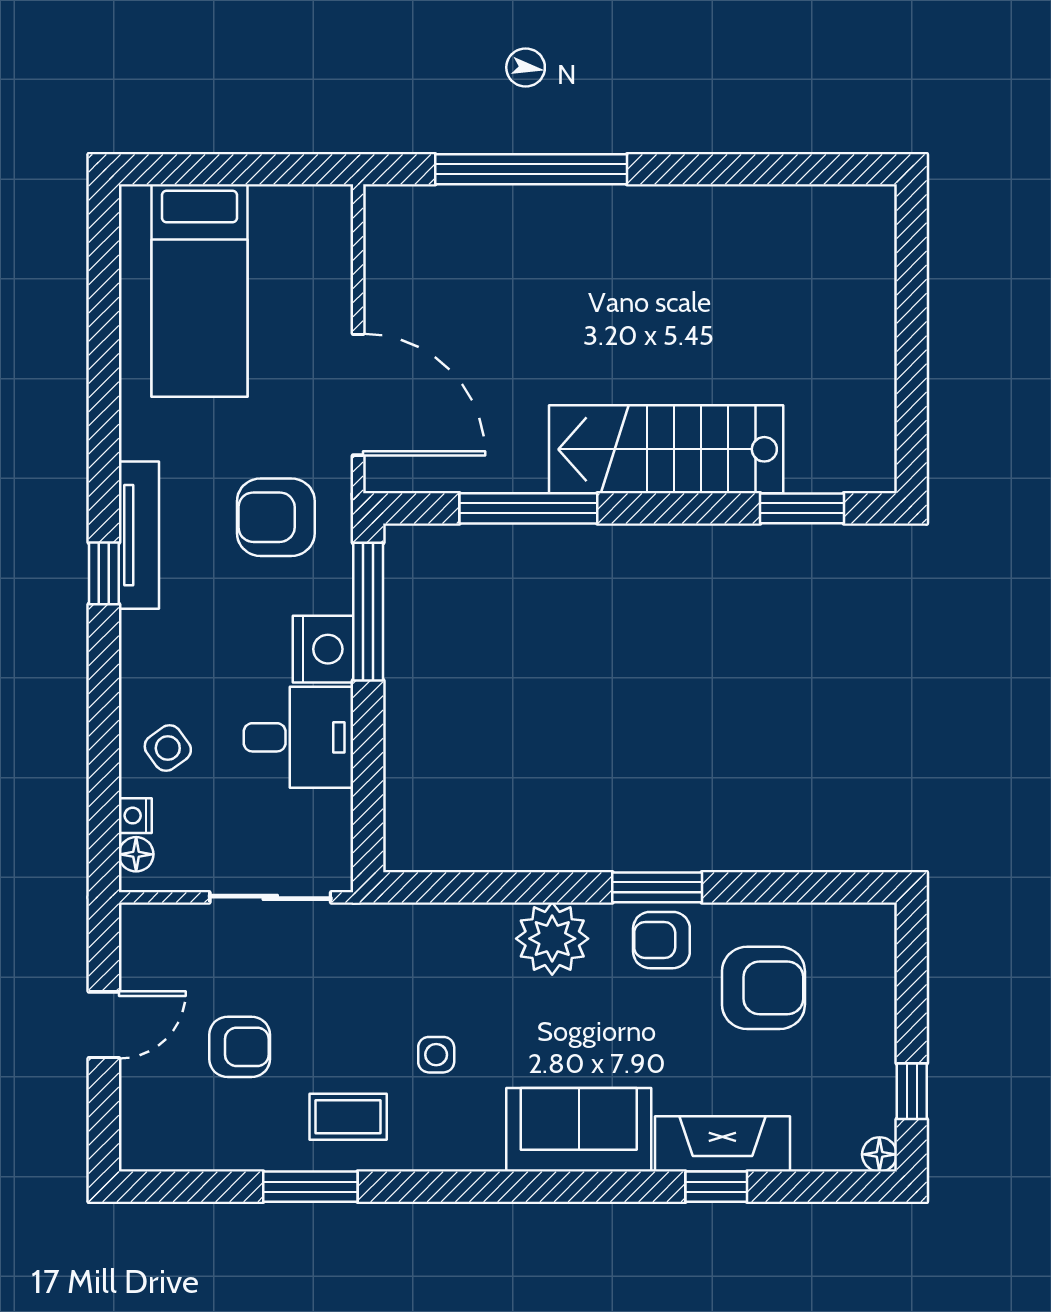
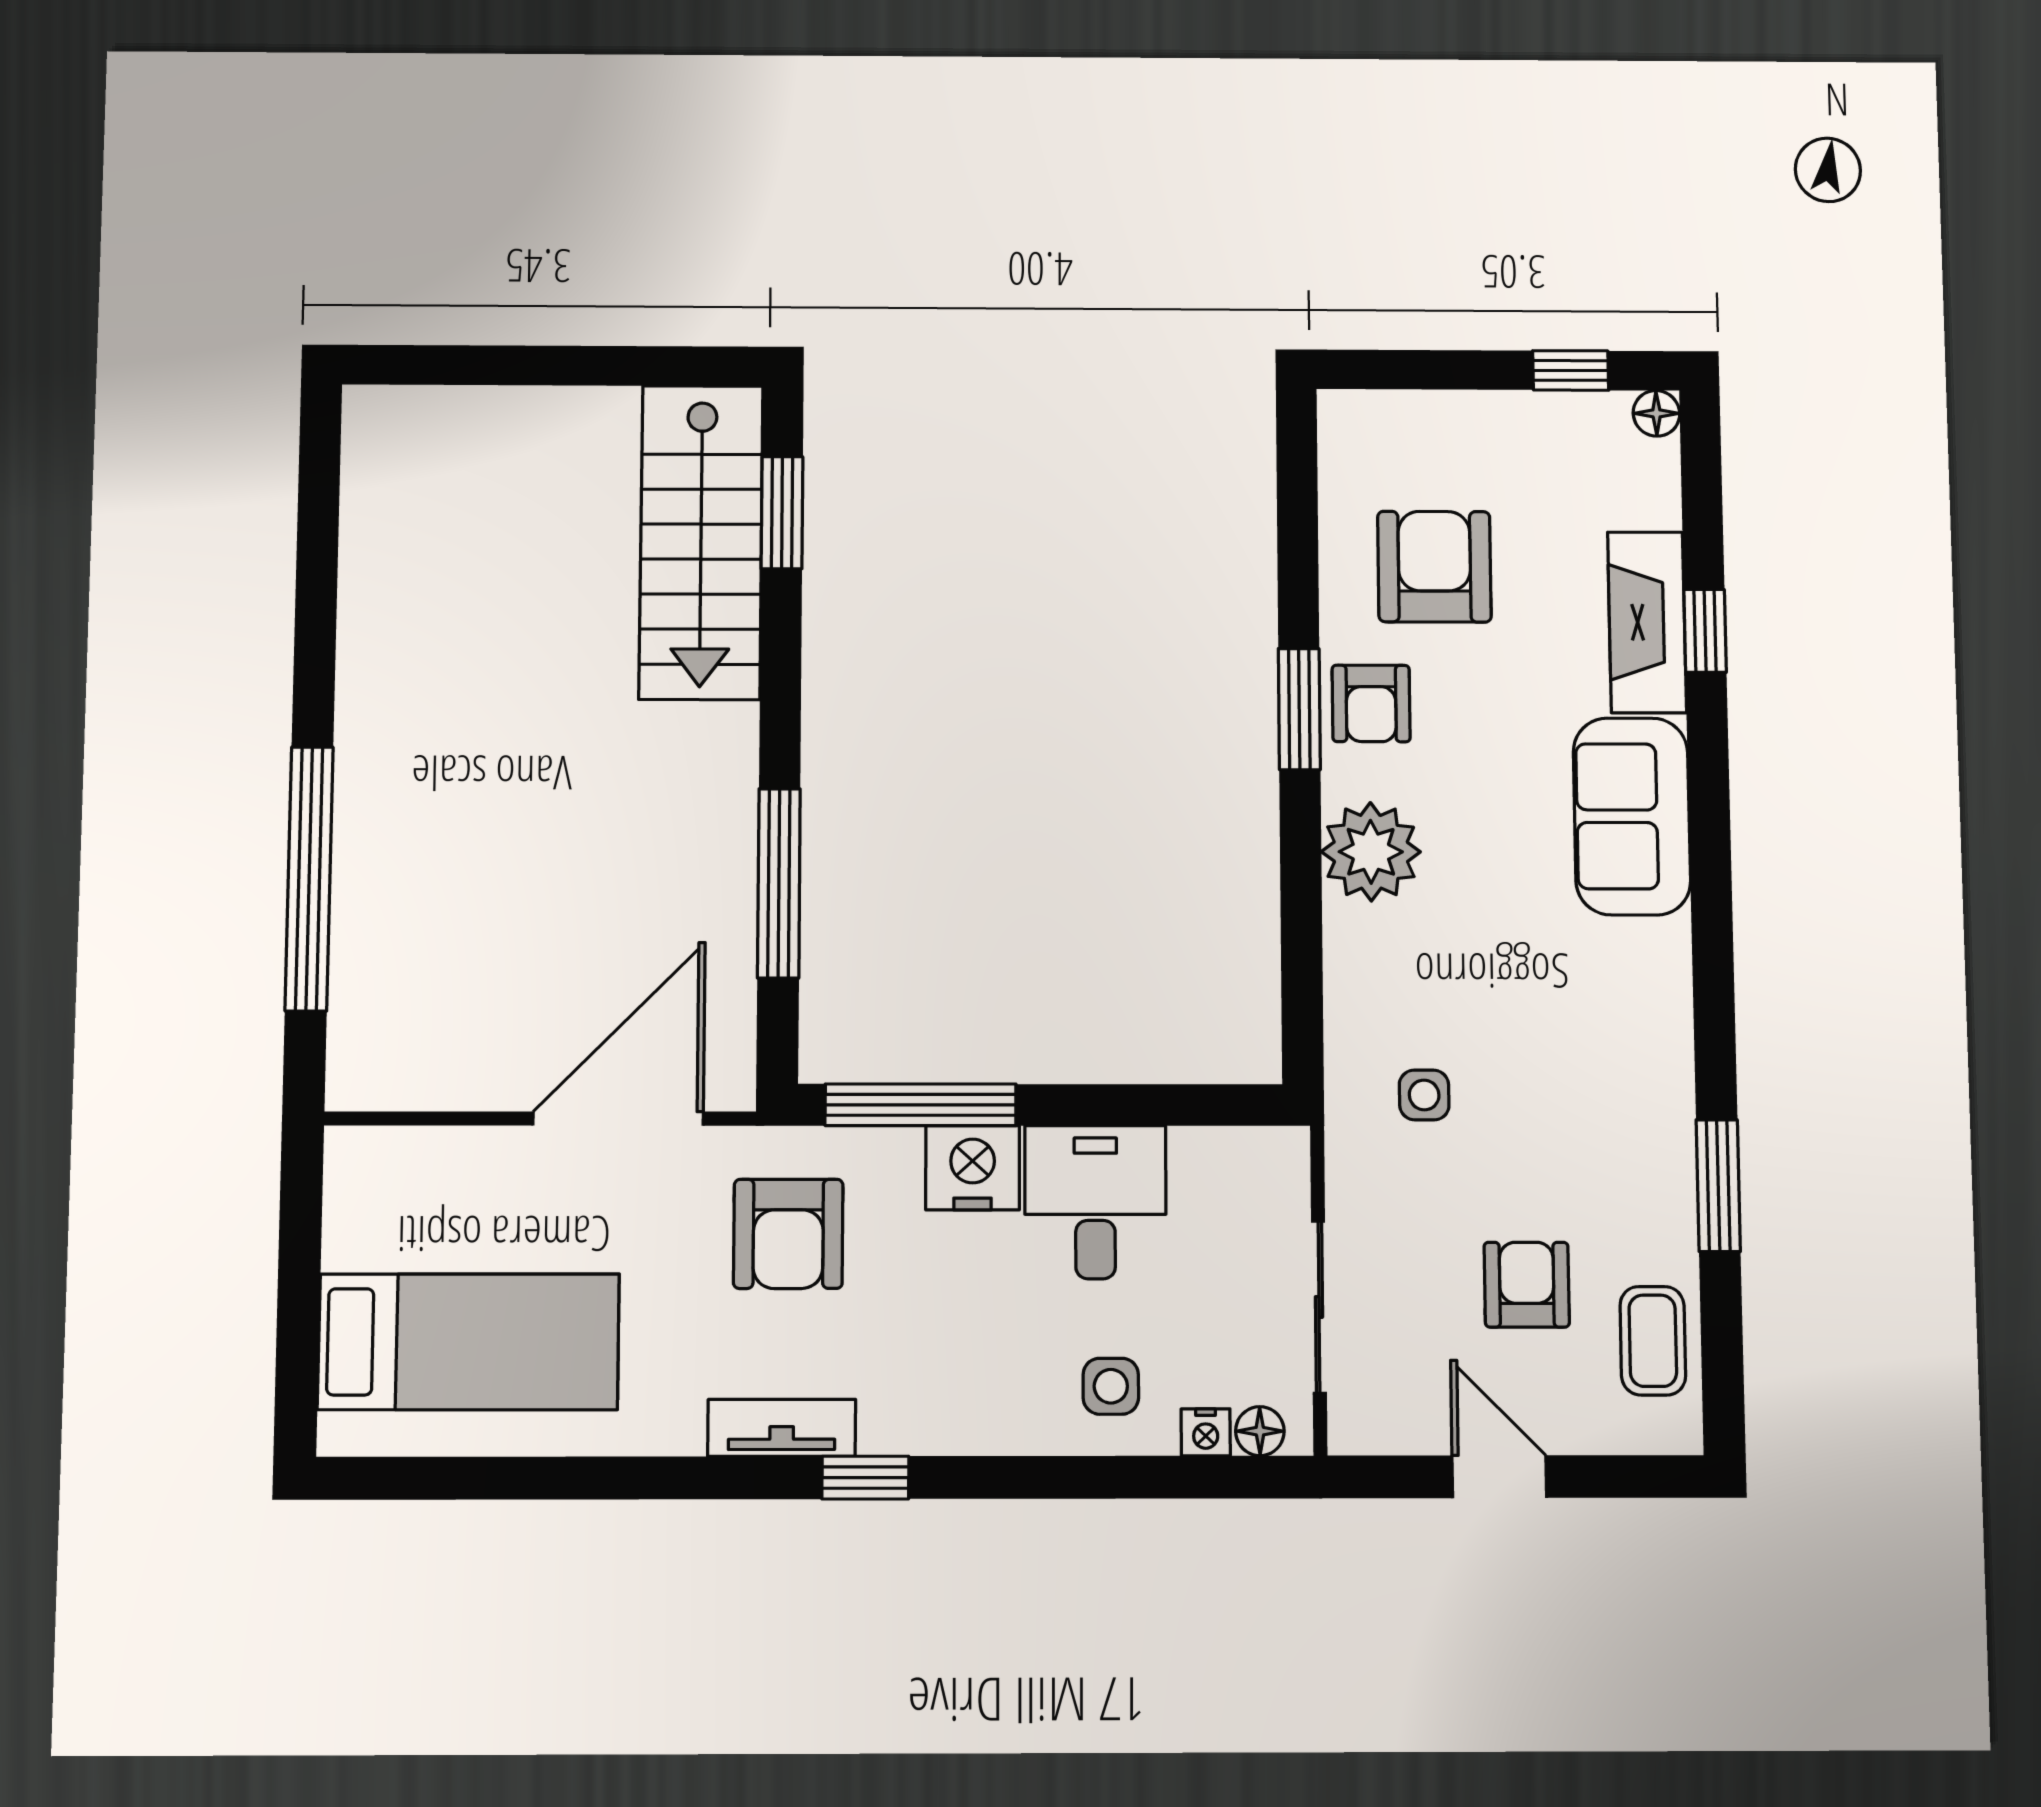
stairs: (666, 449) -> (701, 542), moved
tv unit: (139, 535) -> (782, 1428), width x0.71
side table: (168, 748) -> (1111, 1386), turned 36
sliding door: (270, 897) -> (1319, 1307), moved
side table: (436, 1055) -> (1424, 1095), moved
coffee table: (348, 1117) -> (1653, 1341), moved

